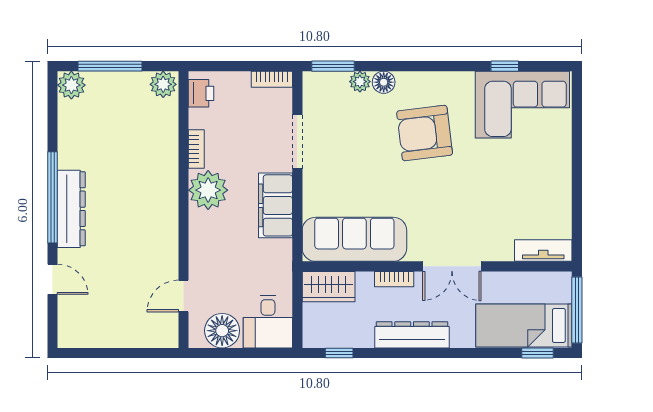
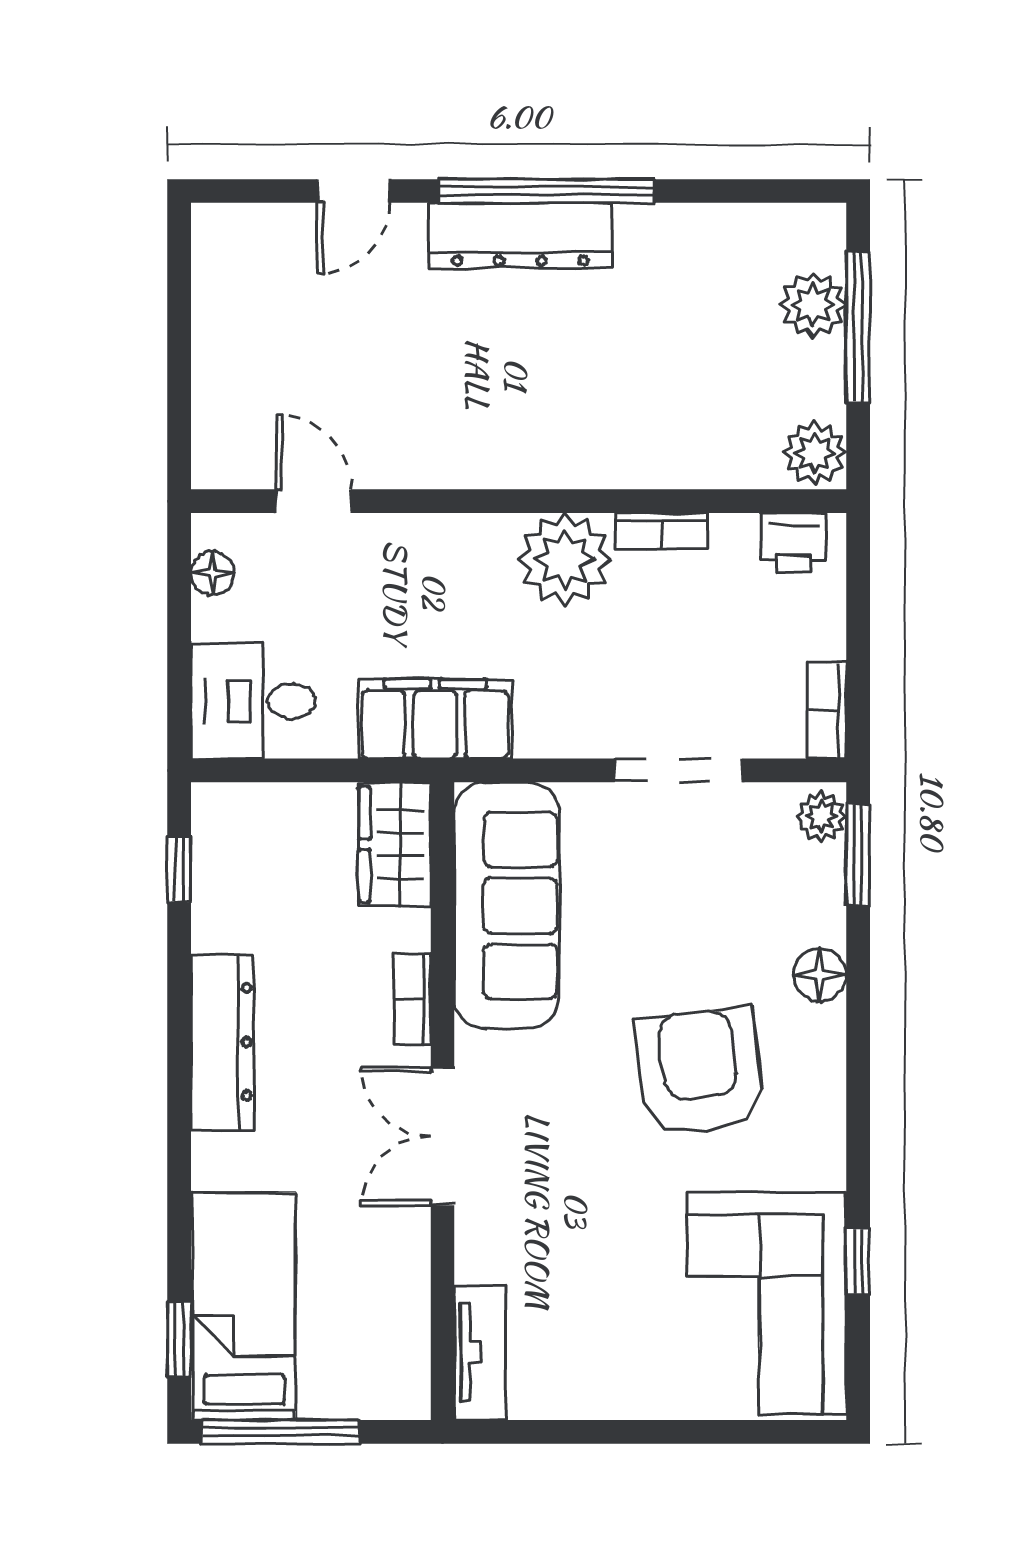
plant: (360, 82) -> (821, 816), moved
plant: (71, 85) -> (813, 305), moved
filing cabinet: (276, 205) -> (435, 719), moved
sofa: (354, 239) -> (507, 906), moved
tv unit: (543, 251) -> (480, 1353), moved
wall: (437, 266) -> (442, 1101), moved
double door: (452, 266) -> (442, 1136), moved
bookcase: (394, 279) -> (412, 999), moved
wardrobe: (329, 287) -> (395, 844), moved
floor lamp: (222, 331) -> (213, 573), width x0.53, depth x0.53

